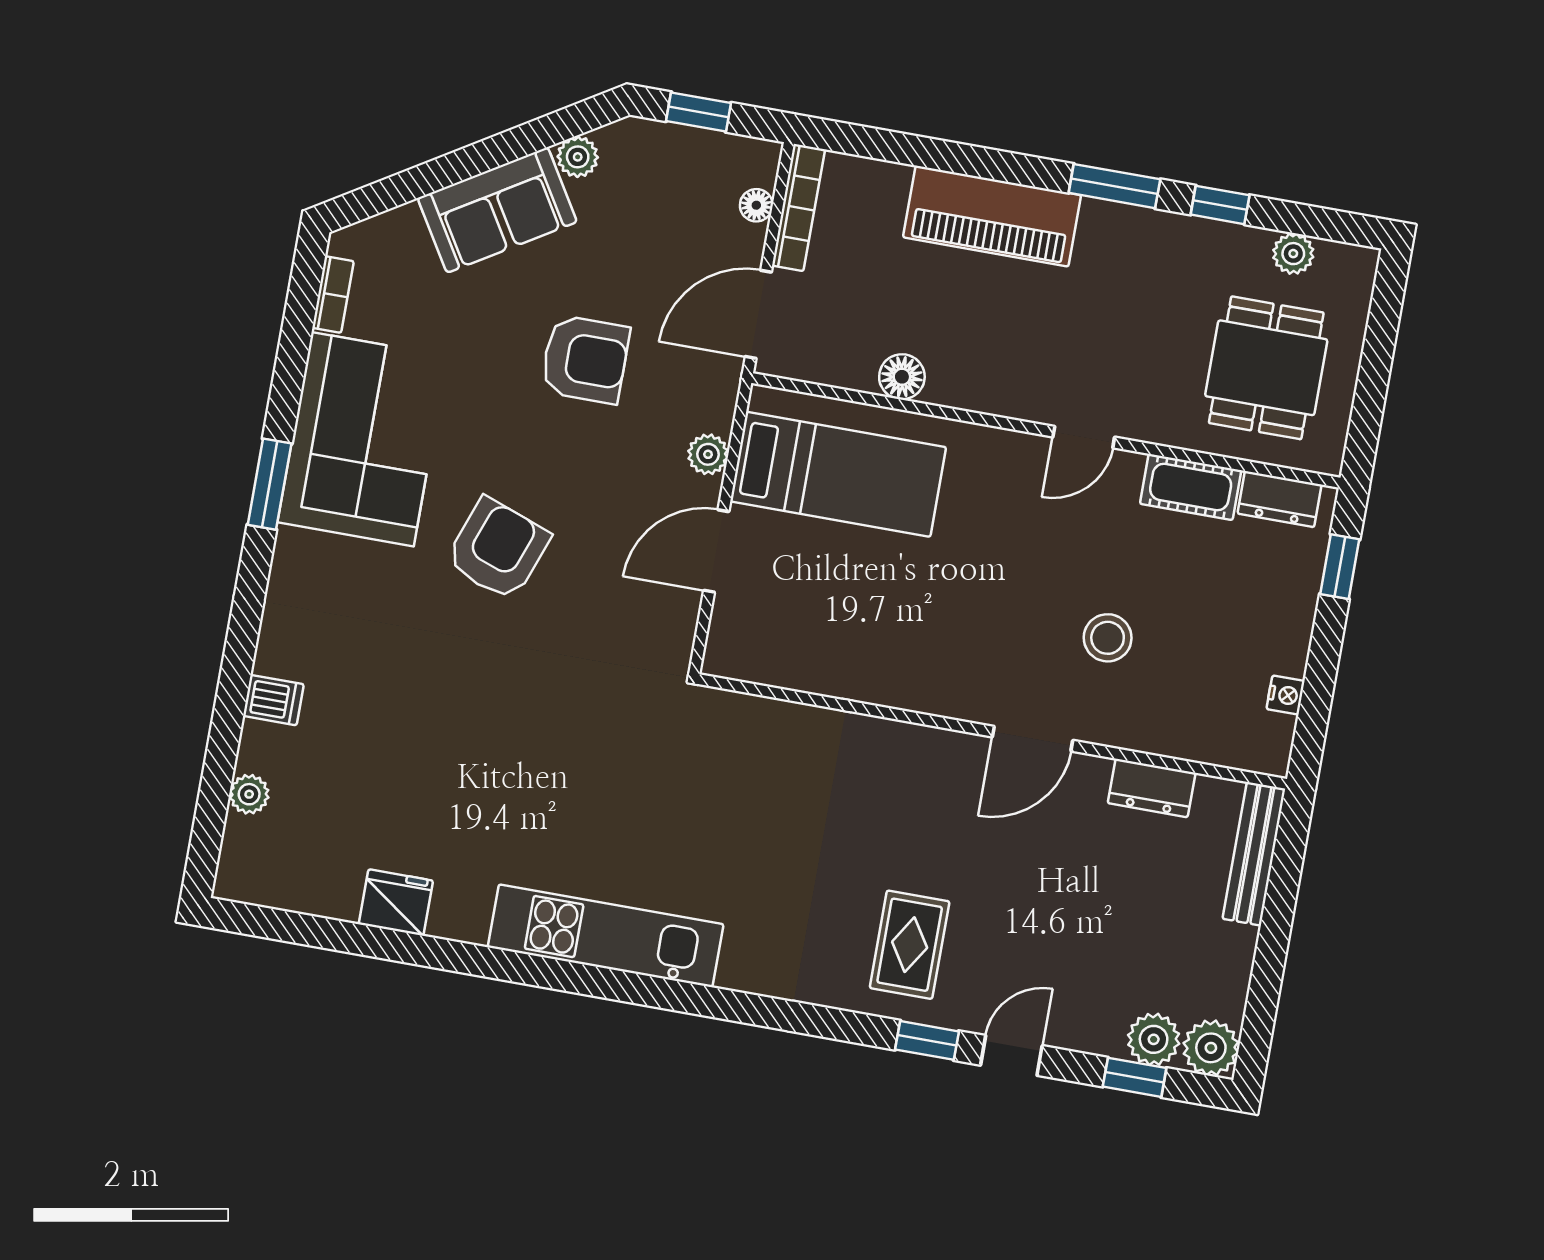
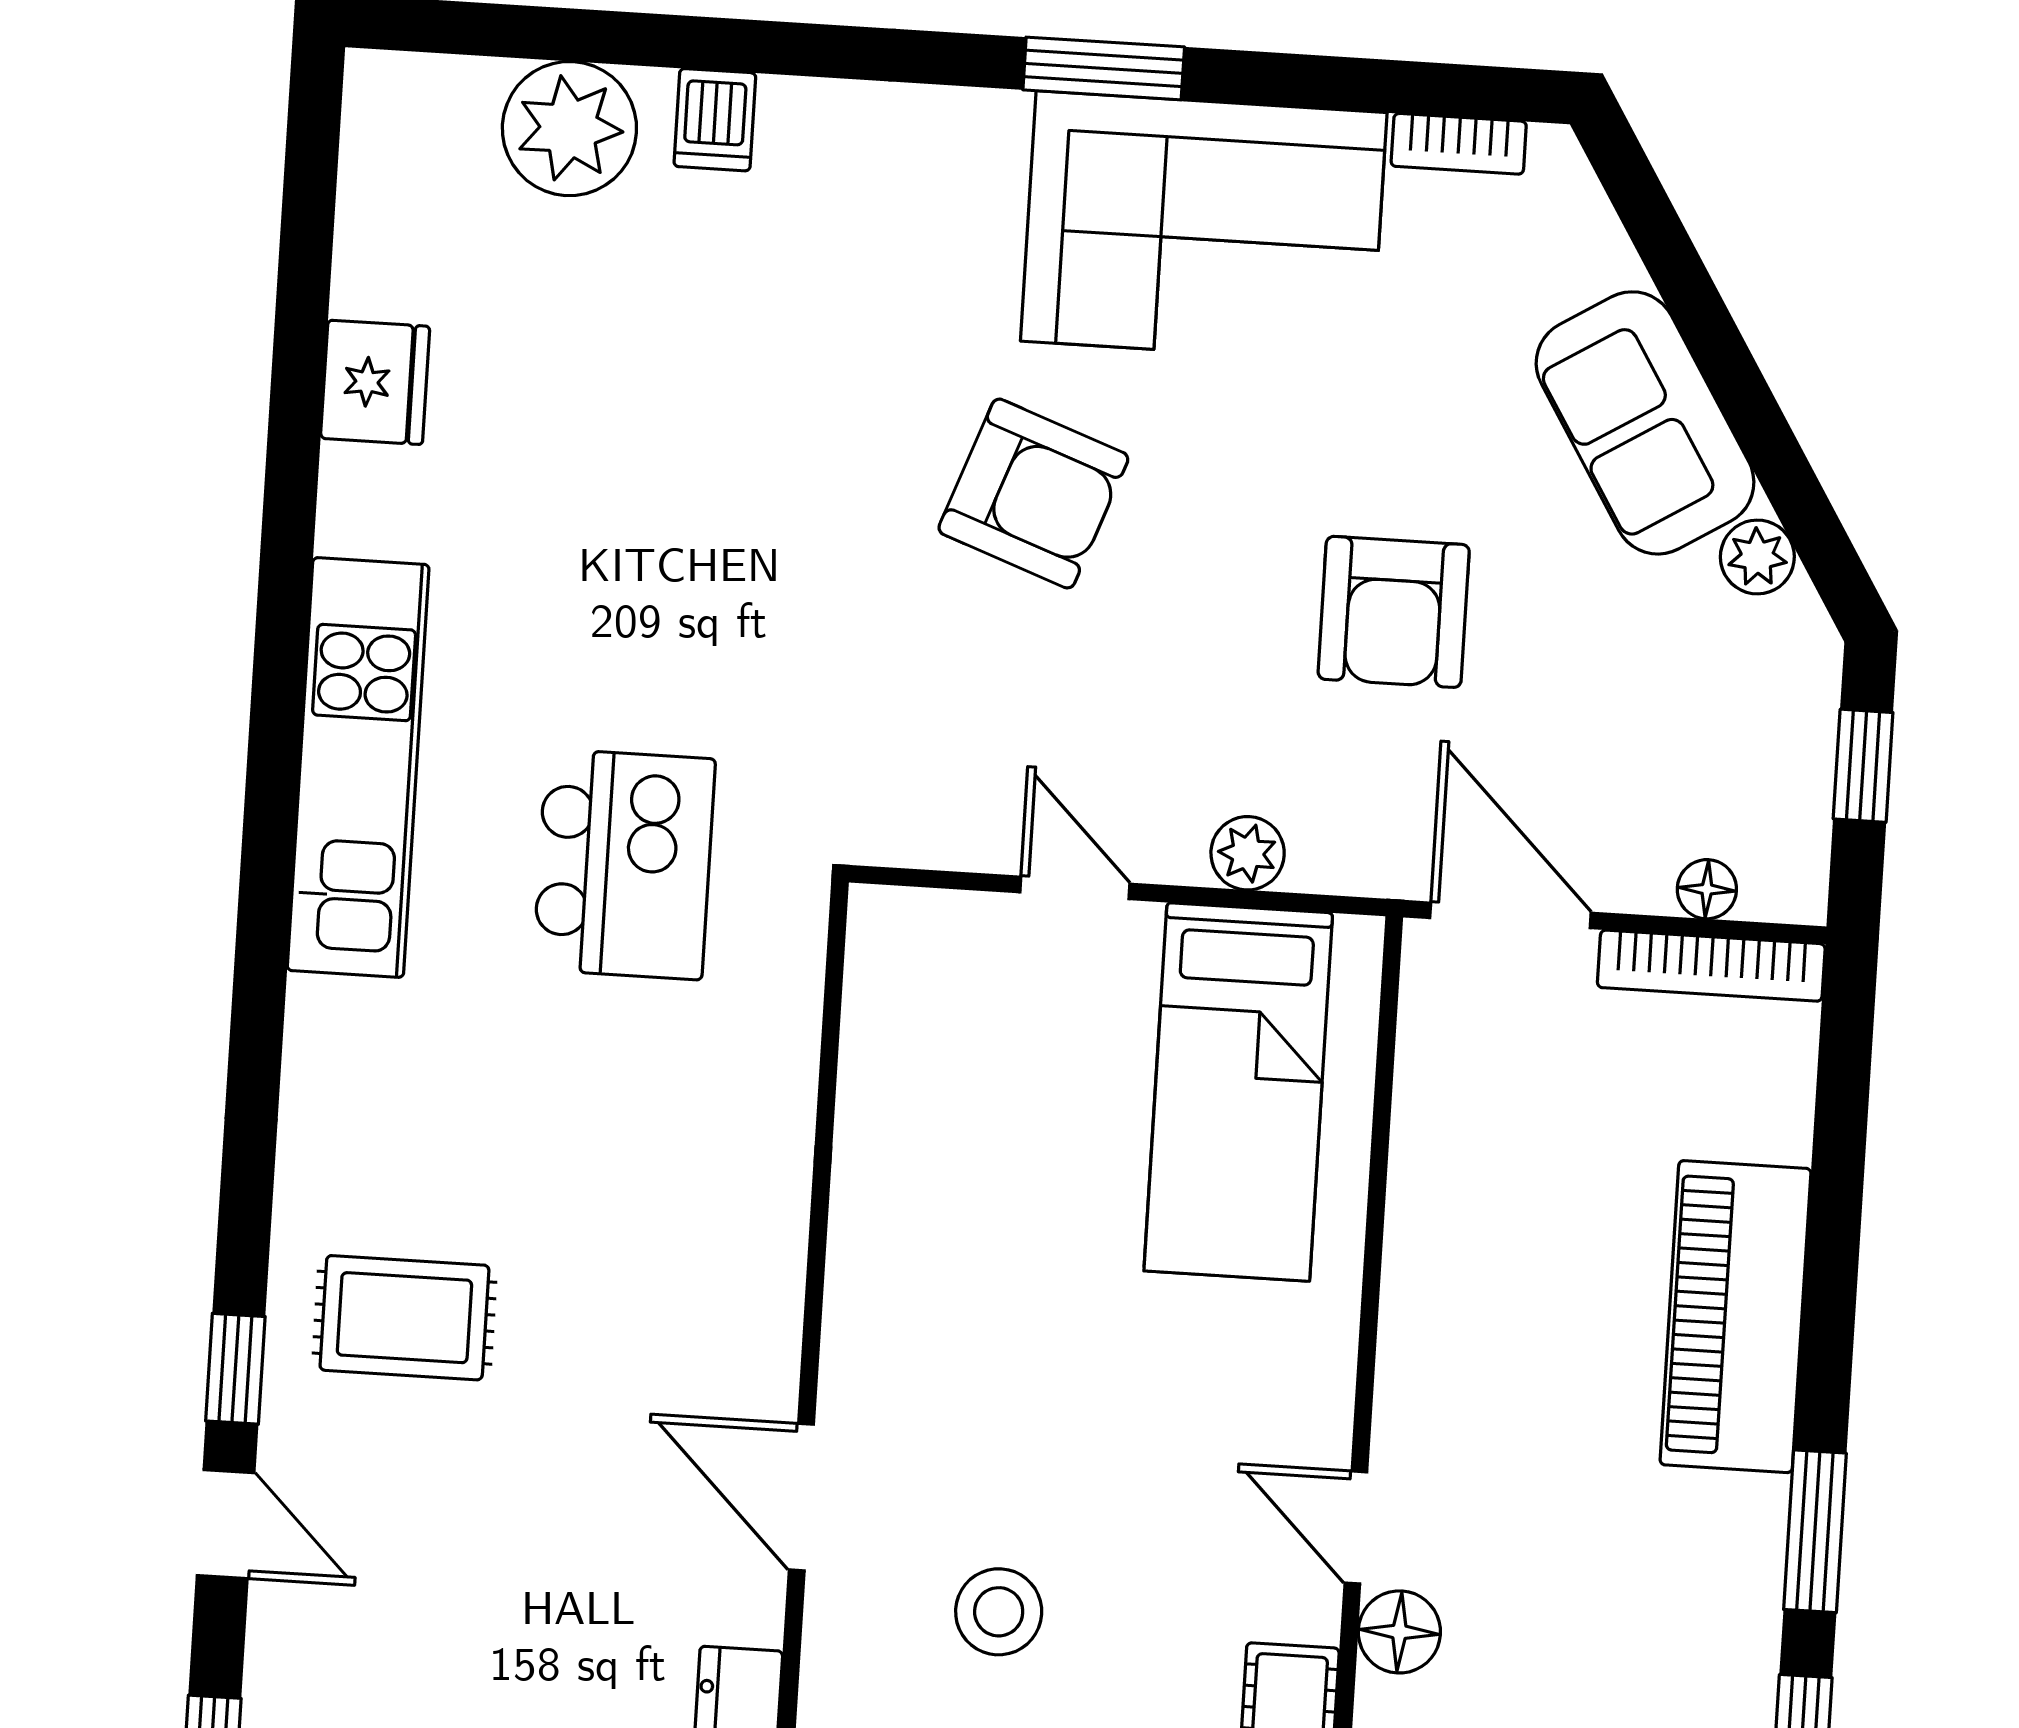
floor lamp: (902, 377) -> (1399, 1632), moved
door: (716, 551) -> (1075, 888), width x0.73
plant: (249, 794) -> (569, 129), width x1.88, depth x1.88
kitchen island: (675, 796) -> (624, 864), added

